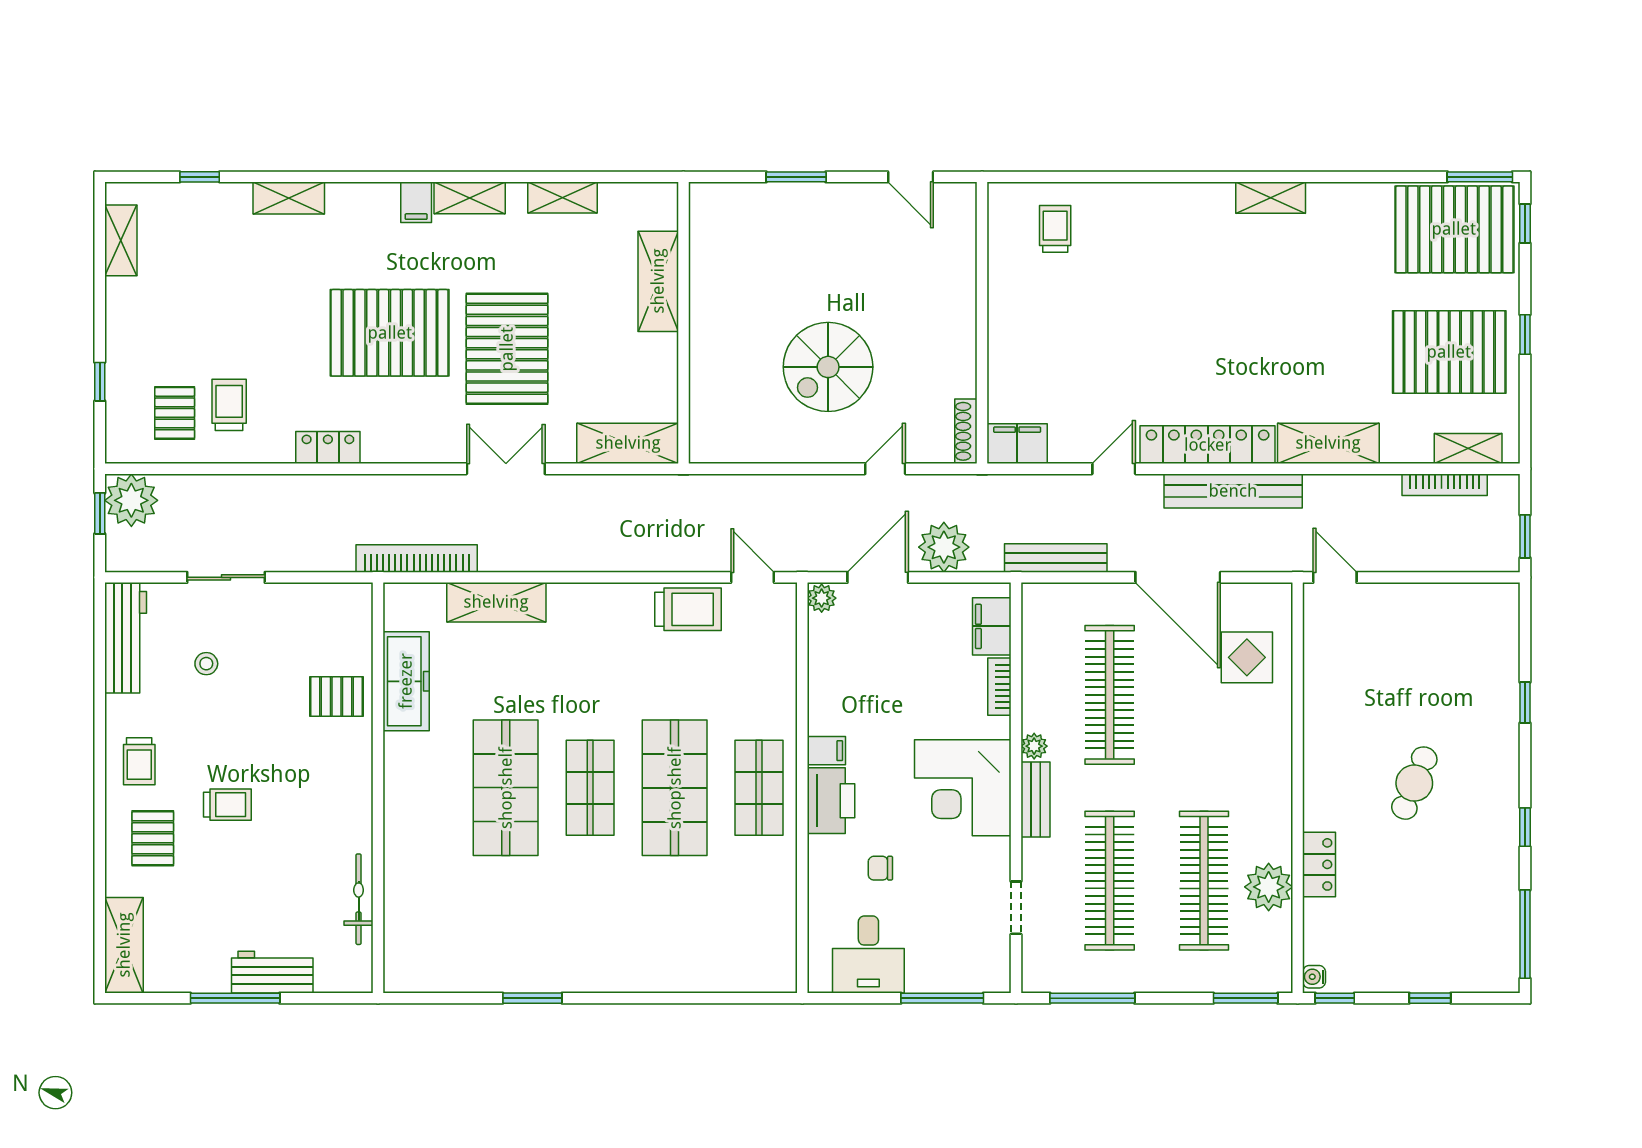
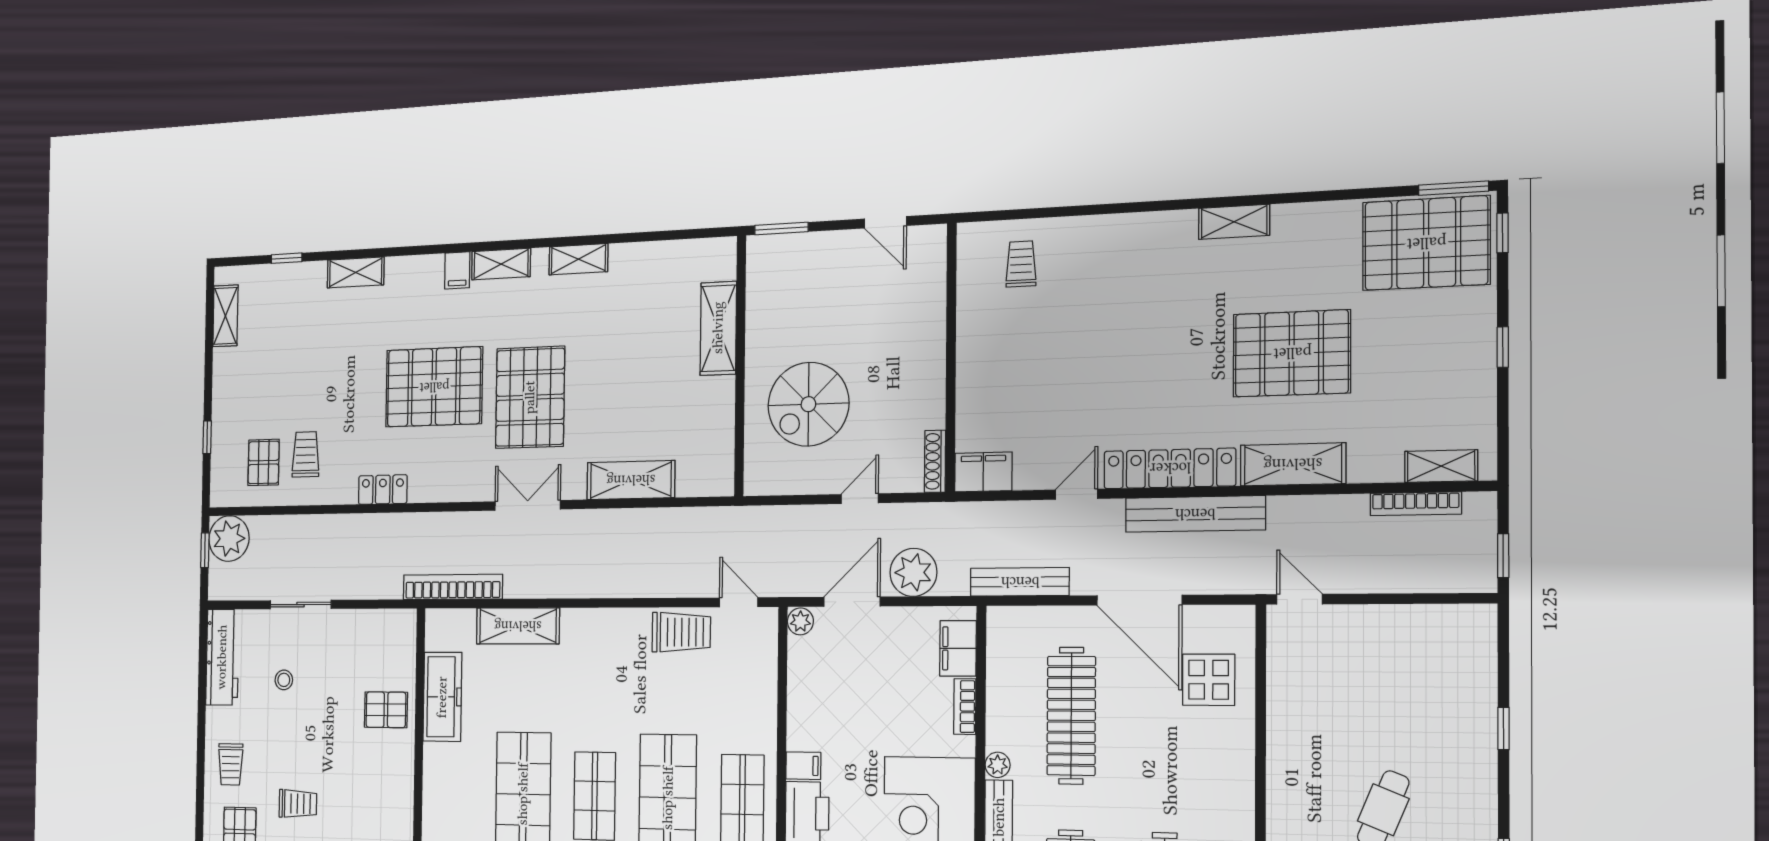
shelving: (658, 281) -> (718, 328), moved
wall: (683, 323) -> (740, 366), moved
pallet: (1449, 352) -> (1292, 353), moved

